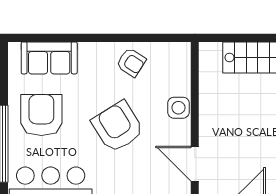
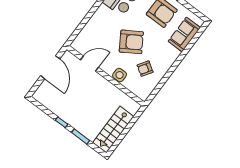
armchair: (131, 62) -> (145, 69), moved

